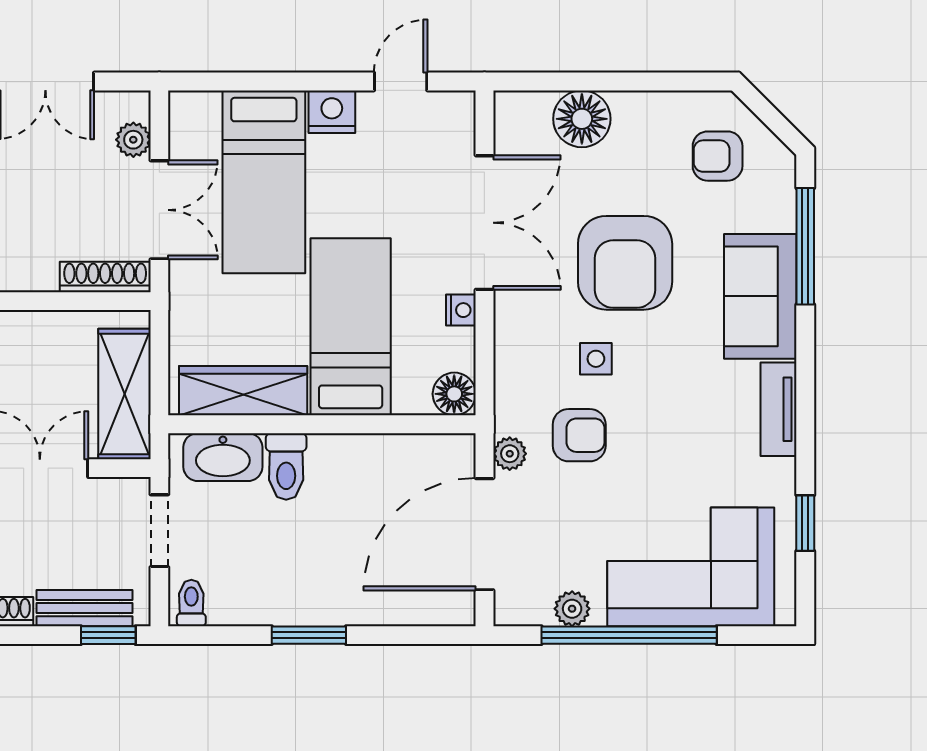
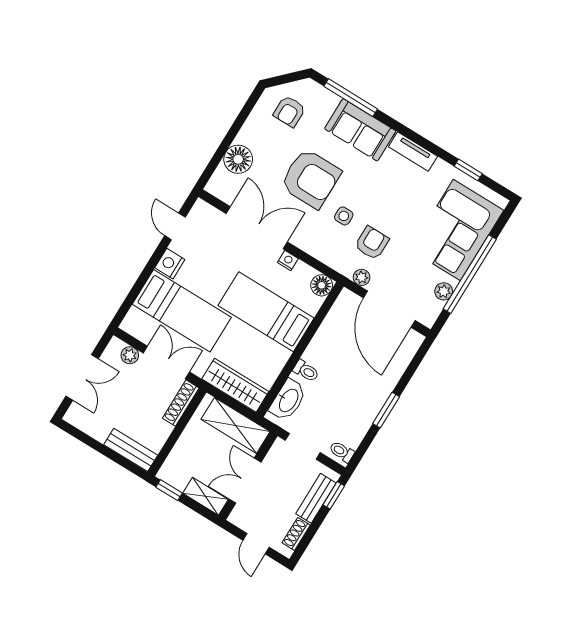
wardrobe: (243, 391) -> (235, 385), moved, turned 90
toilet: (286, 466) -> (306, 371), width x0.73, depth x0.72

